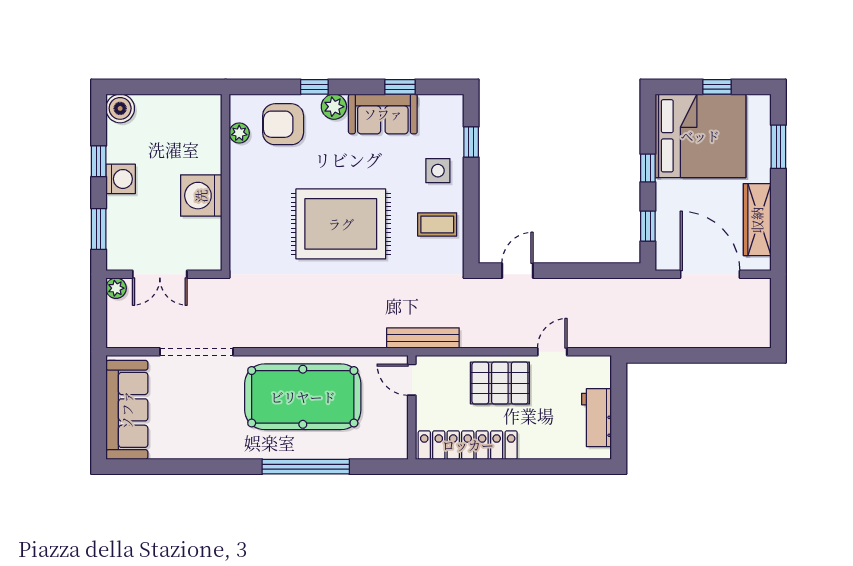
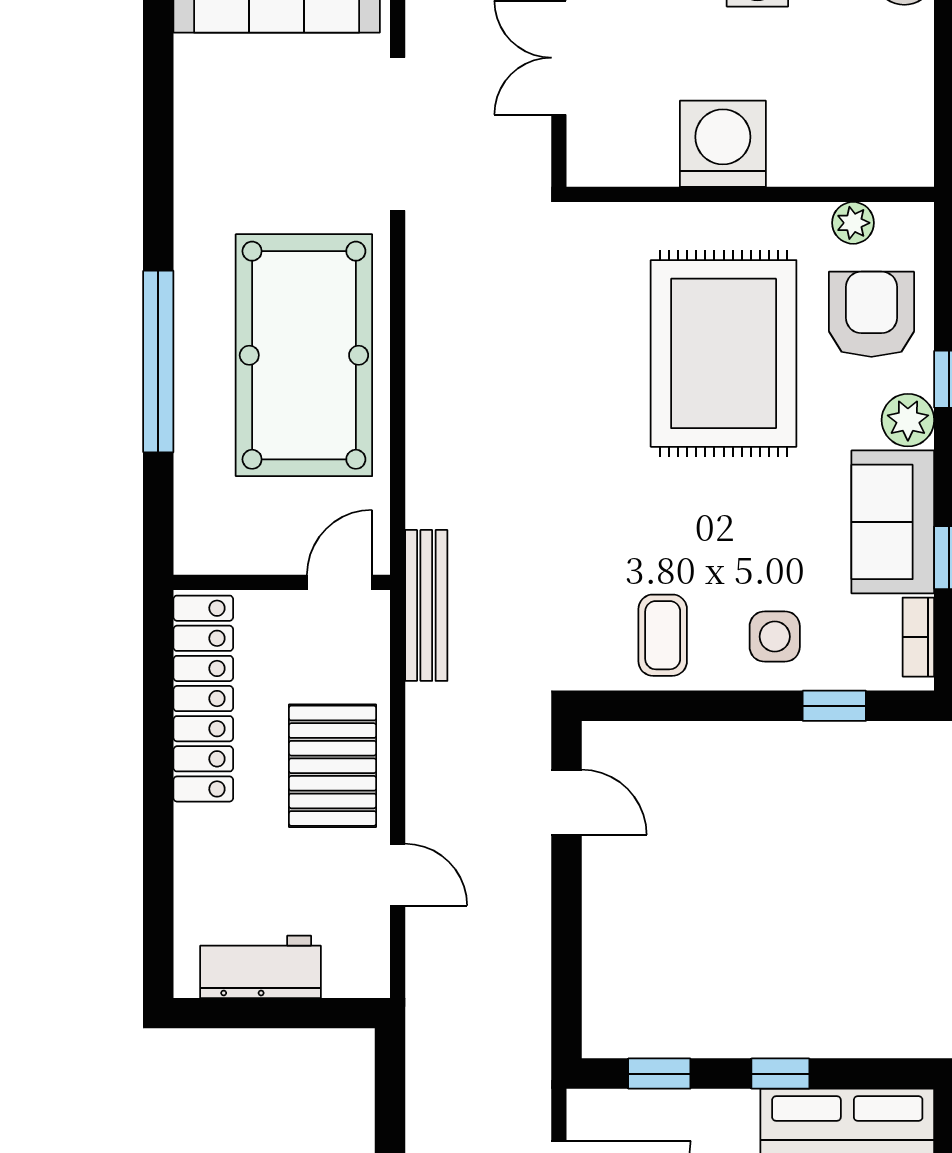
bookcase: (438, 102) -> (918, 637), added
rug: (341, 224) -> (724, 353), moved

